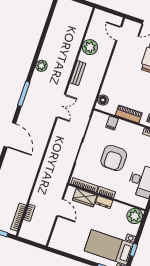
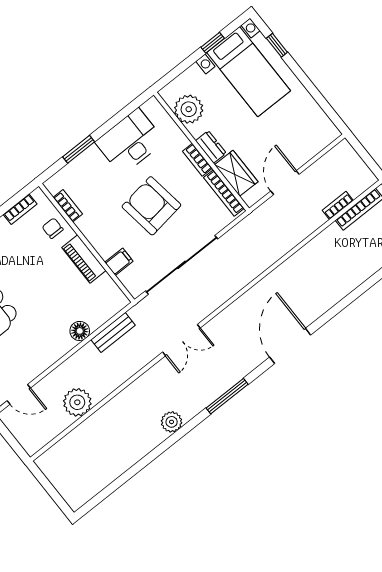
door: (119, 34) -> (19, 394), hinge flipped
bench: (78, 73) -> (113, 332), moved
floor lamp: (103, 100) -> (80, 331), moved
double door: (61, 106) -> (181, 340), swing flipped
armchair: (114, 158) -> (151, 206), turned -98
plant: (135, 216) -> (189, 109), moved

